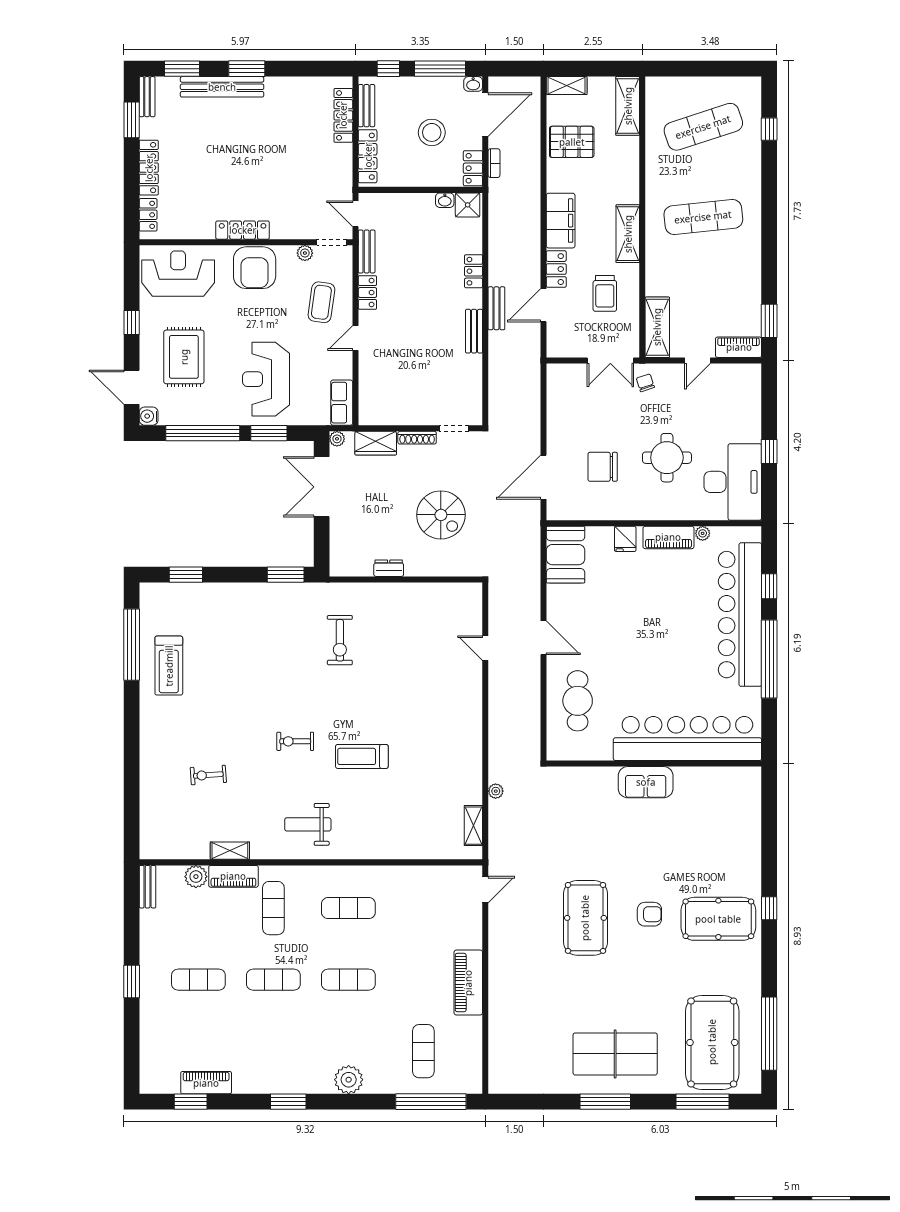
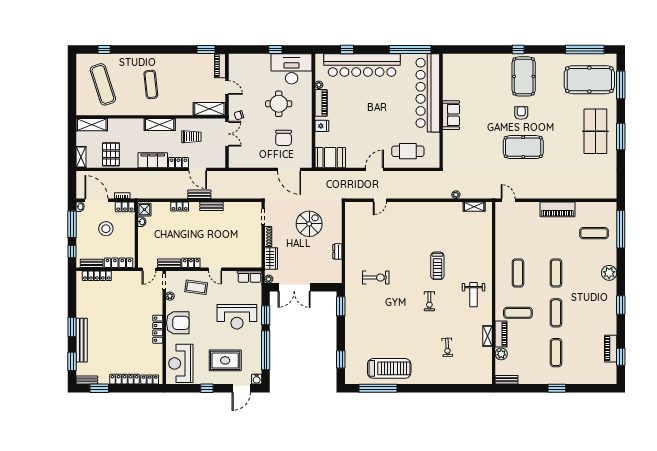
exercise mat: (703, 217) -> (151, 84), width x0.73, depth x0.69
window: (769, 659) -> (410, 49), moved
treadmill: (169, 666) -> (389, 368), width x1.37, depth x1.38

